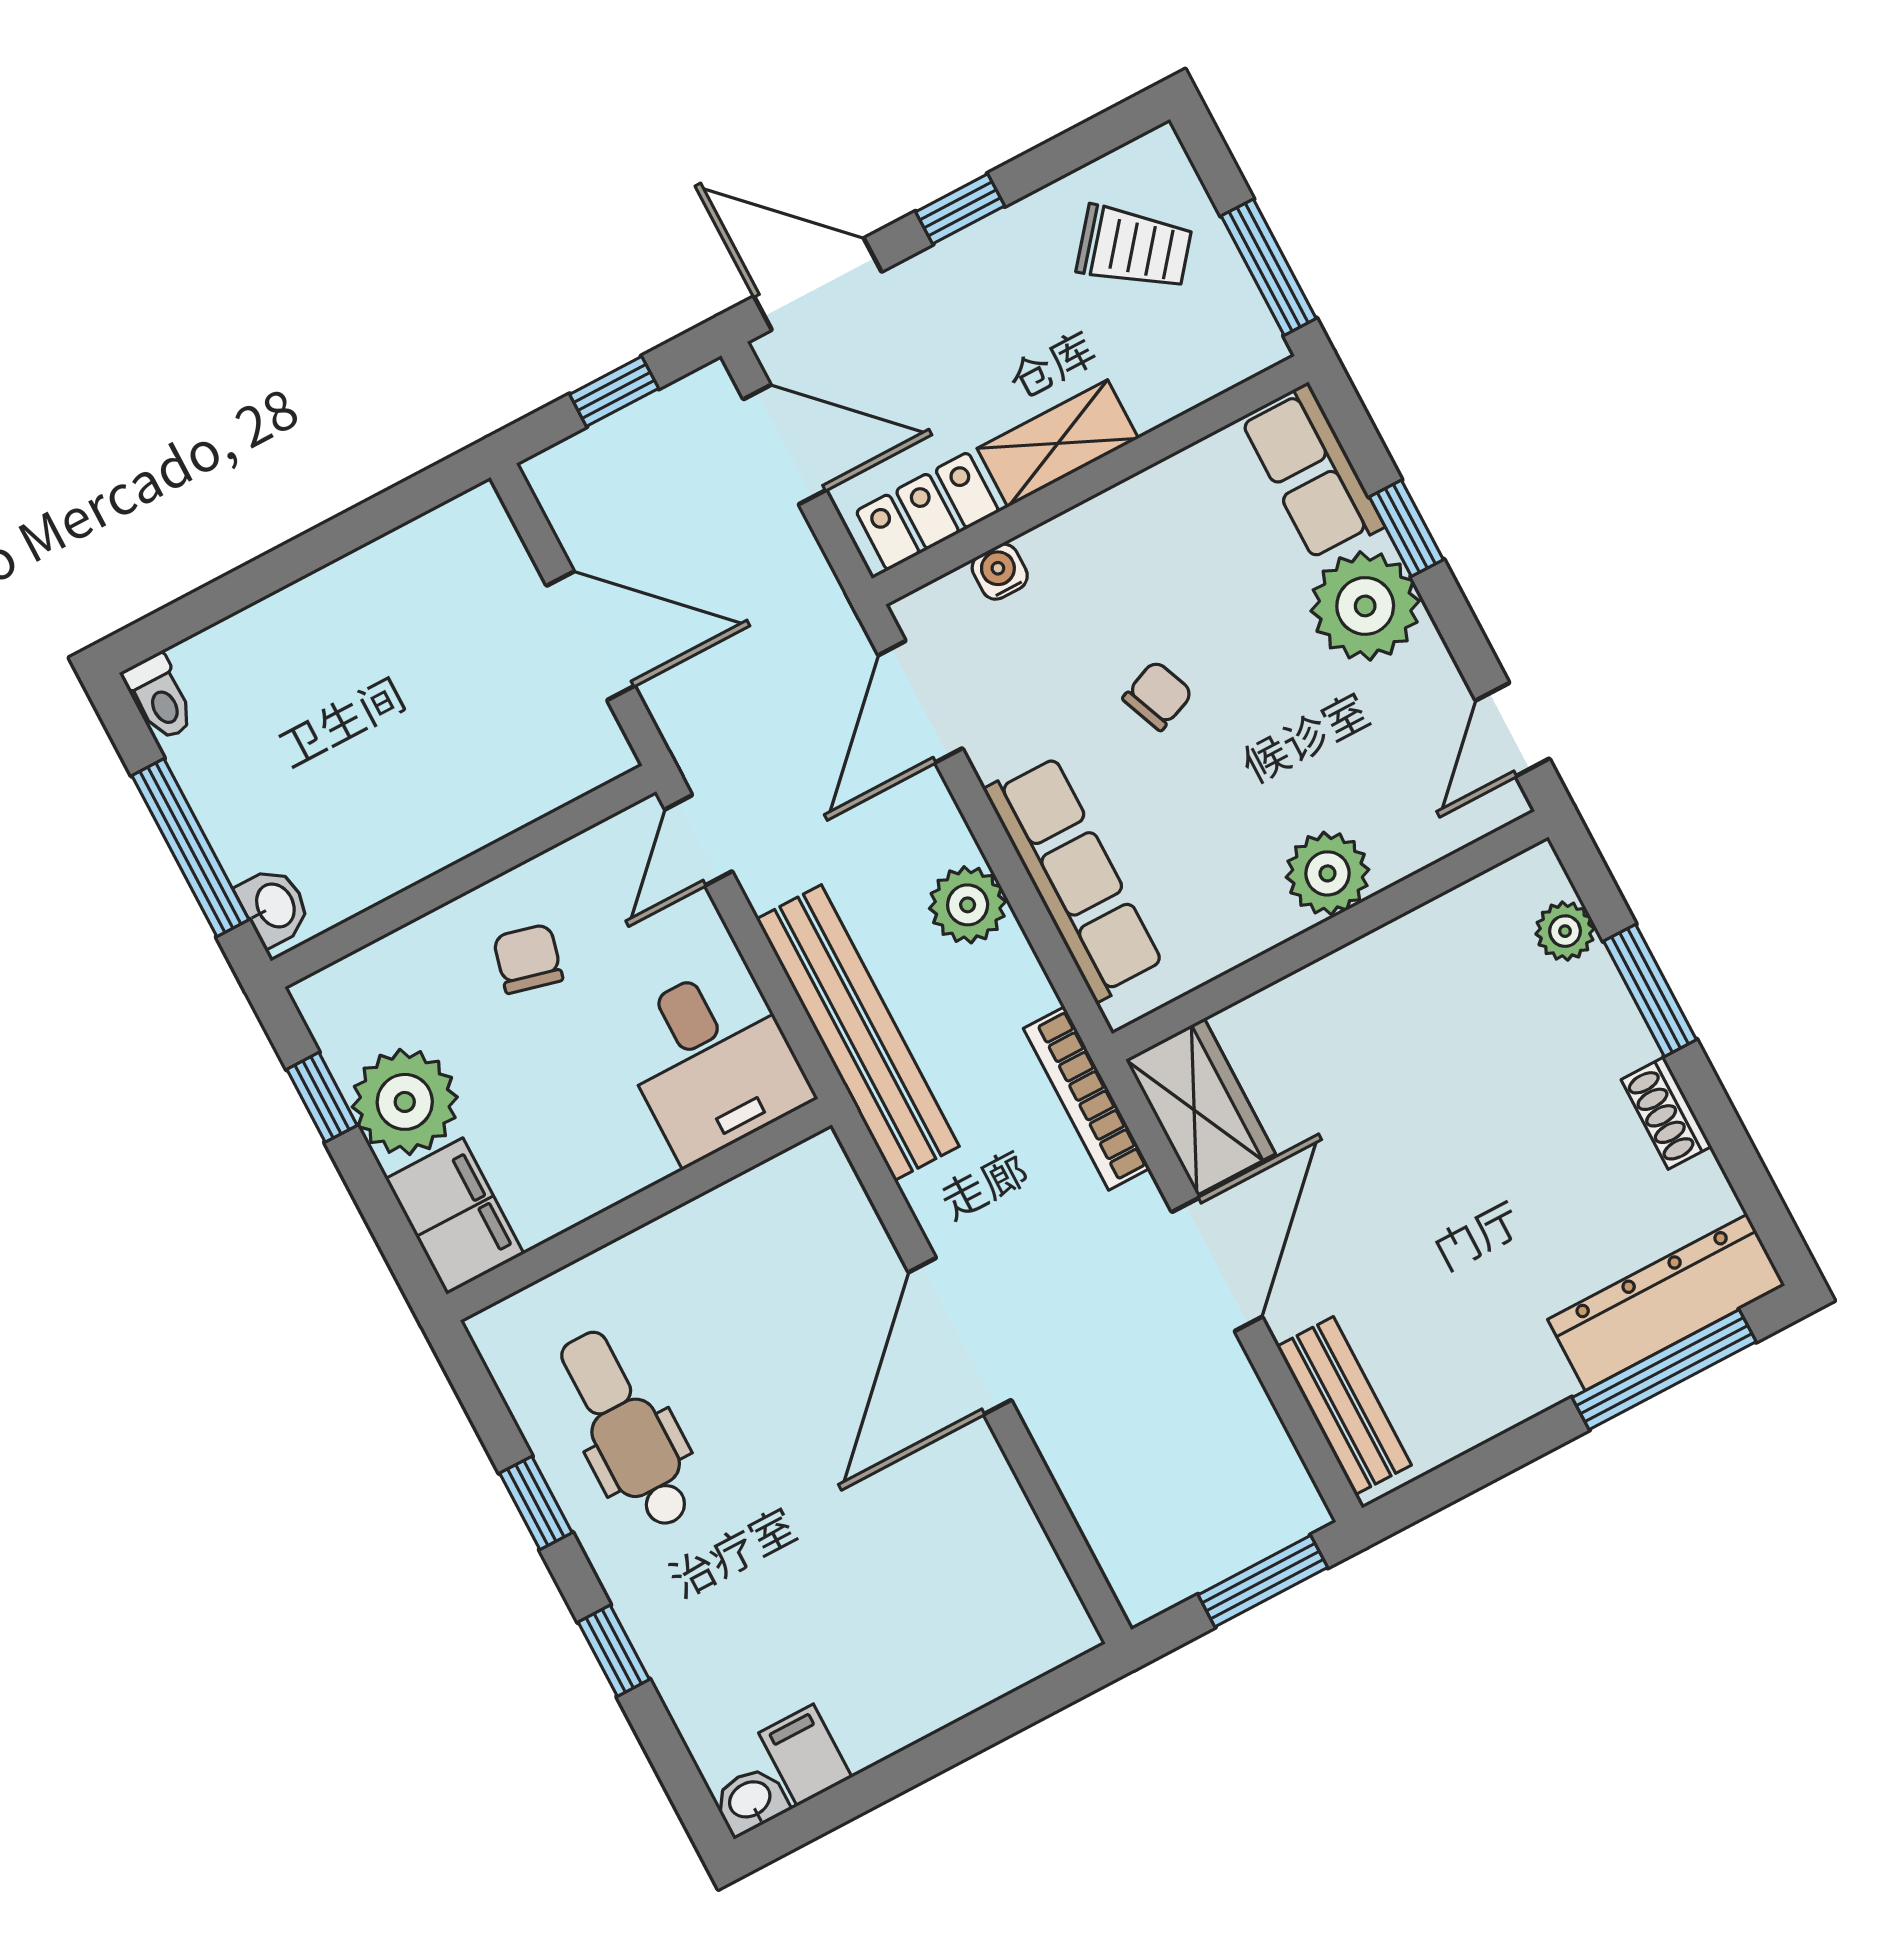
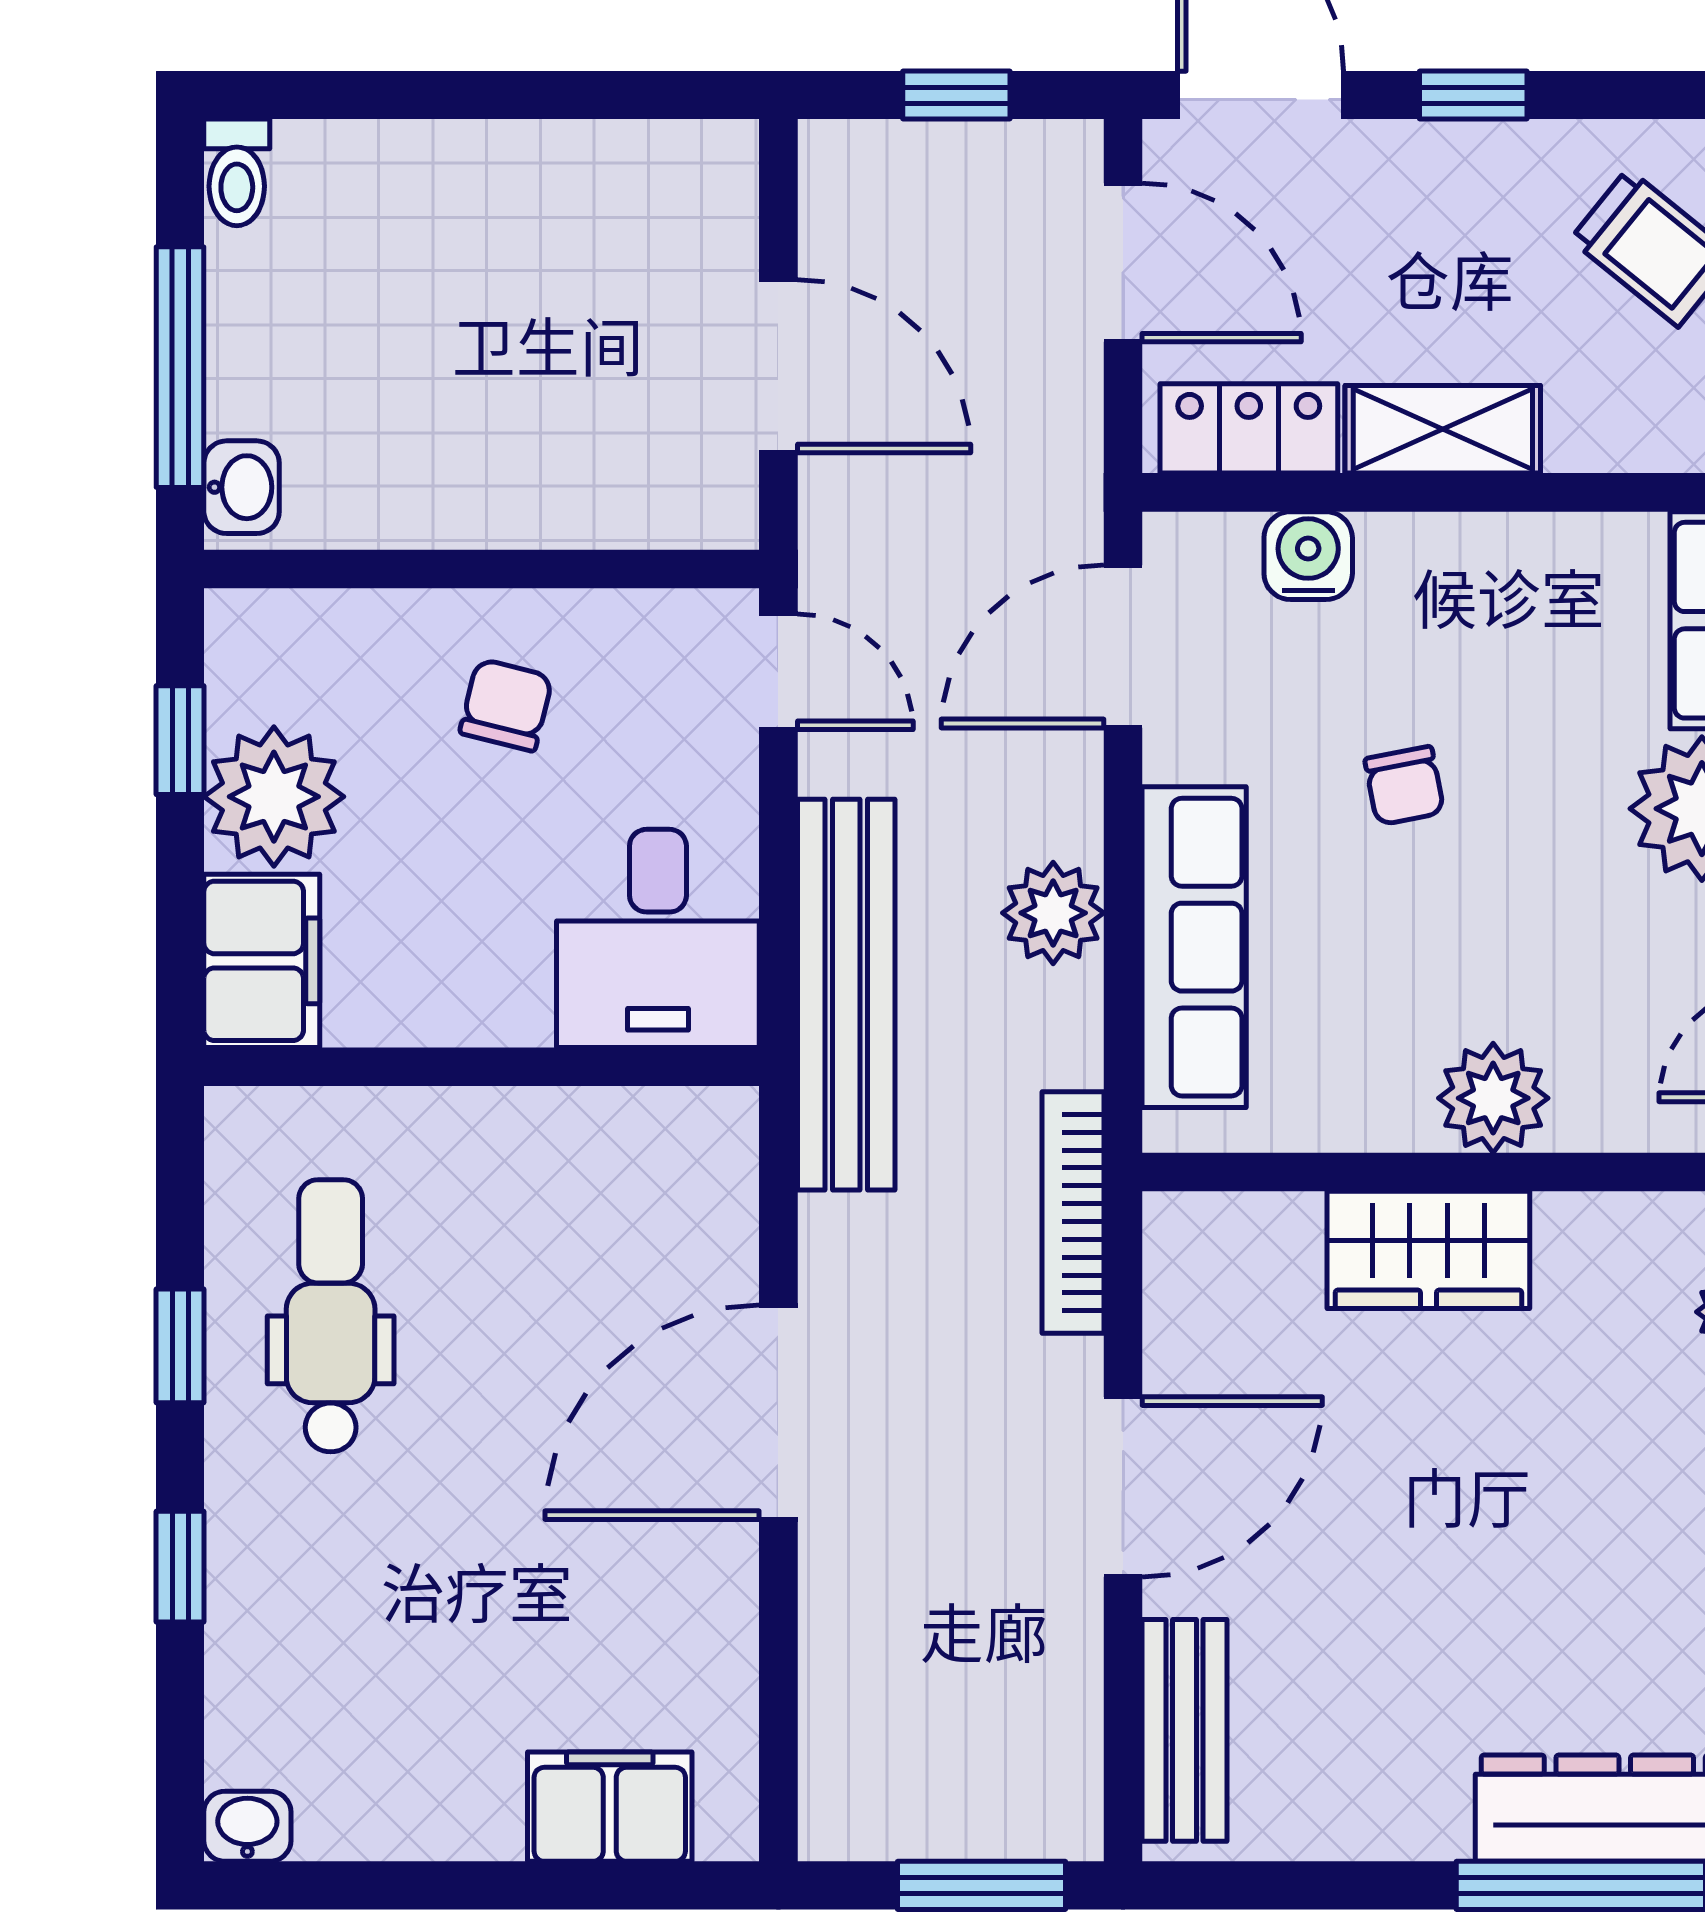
water cooler: (1000, 572) -> (1308, 556), width x1.38, depth x1.38
chair: (1158, 696) -> (1404, 786), turned 101
door: (698, 840) -> (778, 672), swing flipped
wardrobe: (1201, 1107) -> (1428, 1250), moved, turned 90
filing cabinet: (805, 1755) -> (610, 1807), moved, width x2.00

